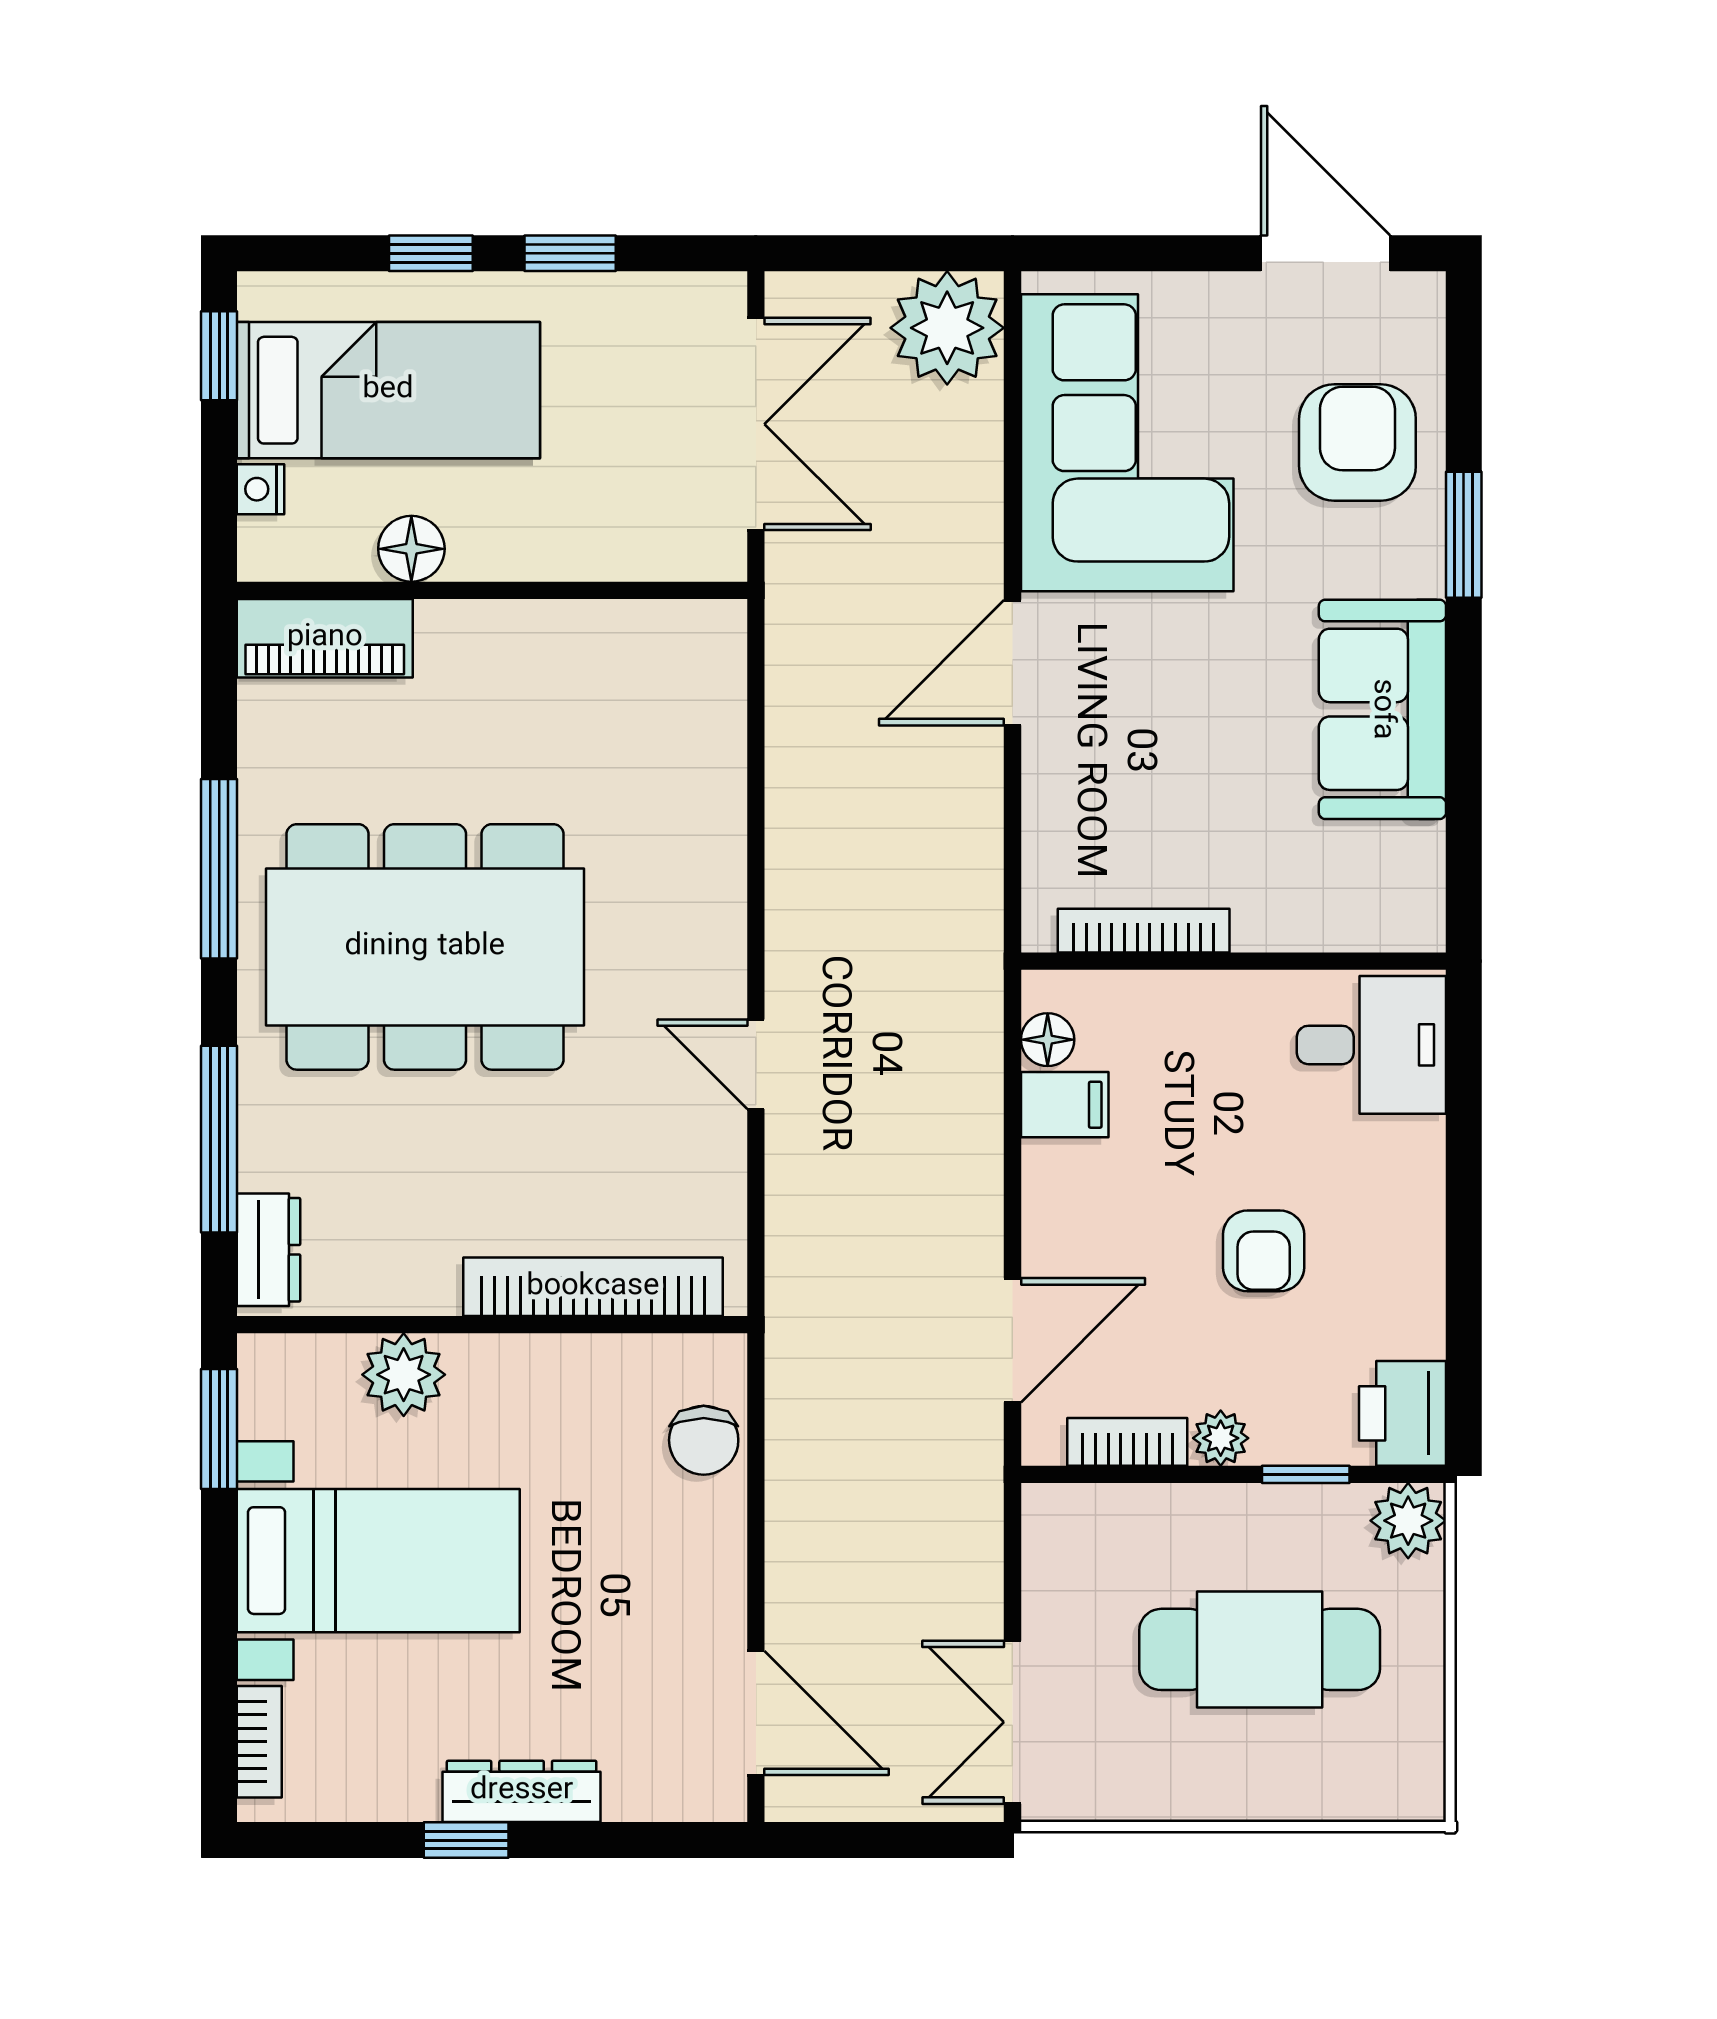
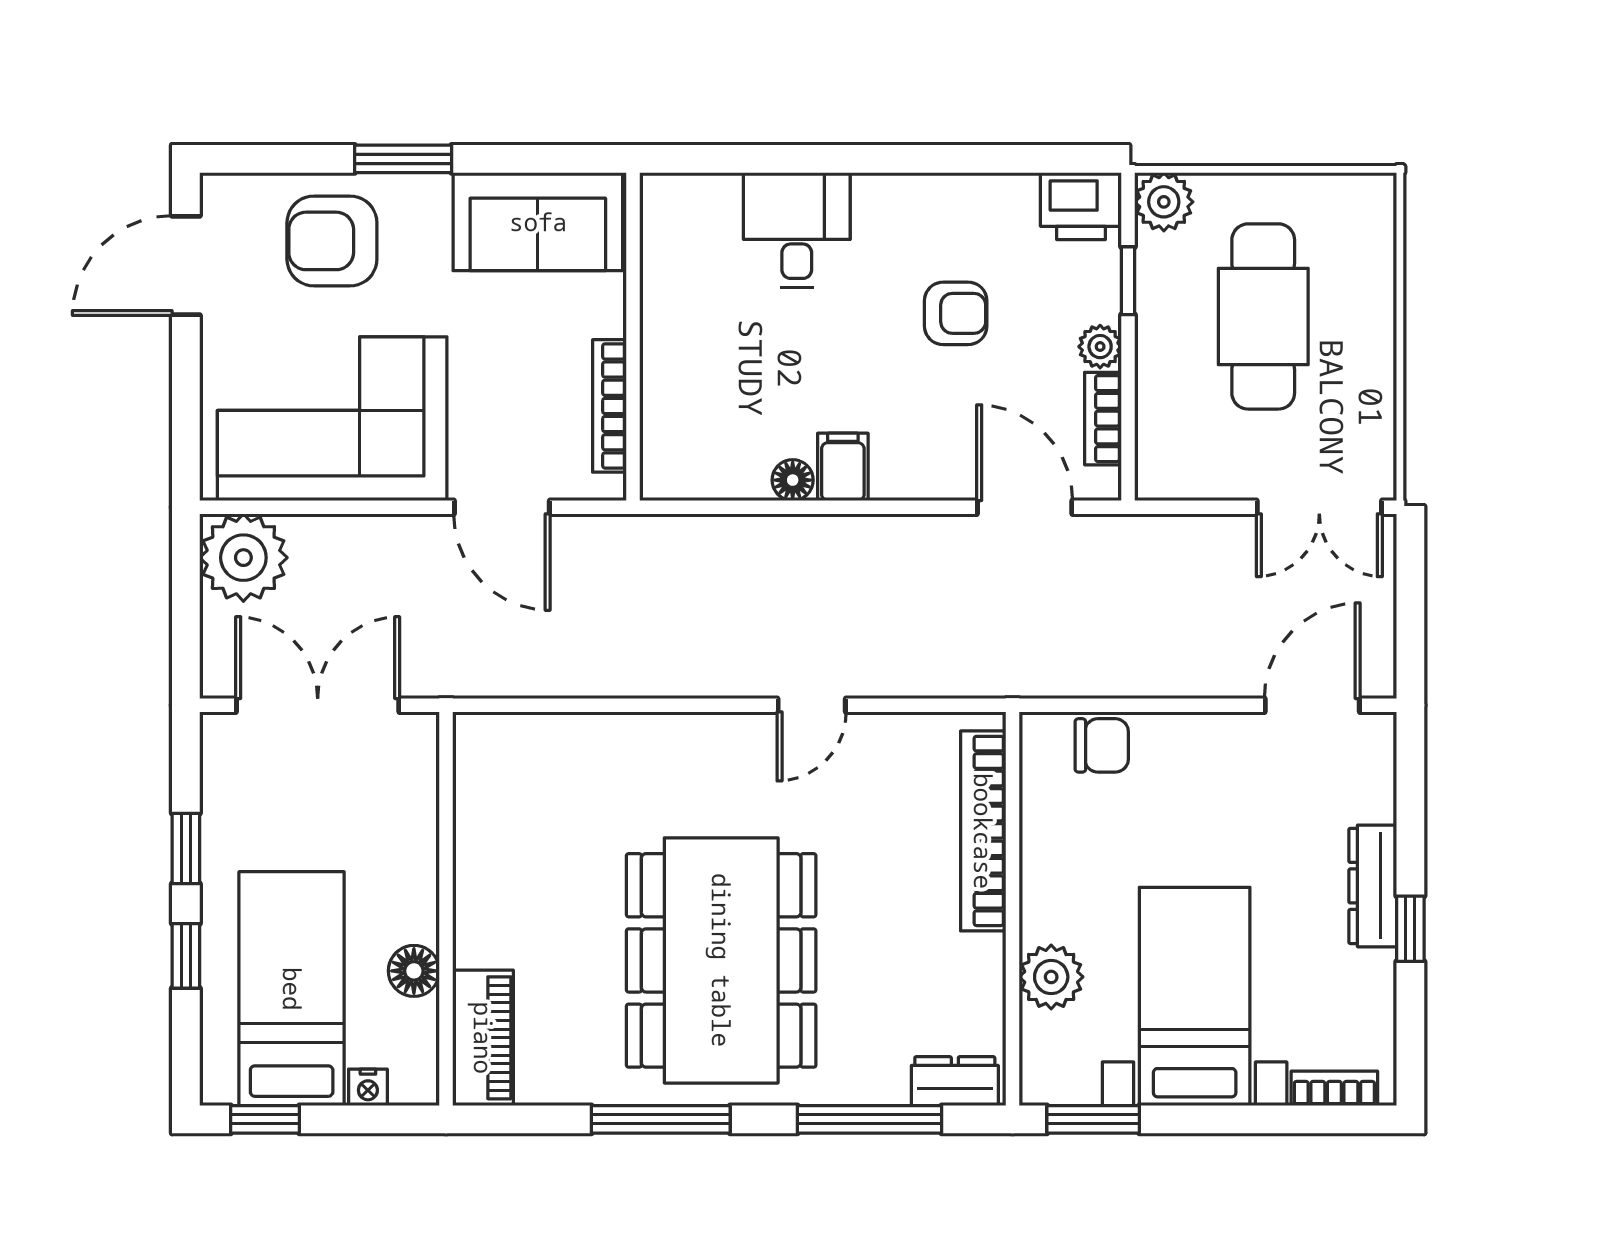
bookcase: (1144, 931) -> (610, 406), moved
wall: (1233, 961) -> (633, 337), moved

